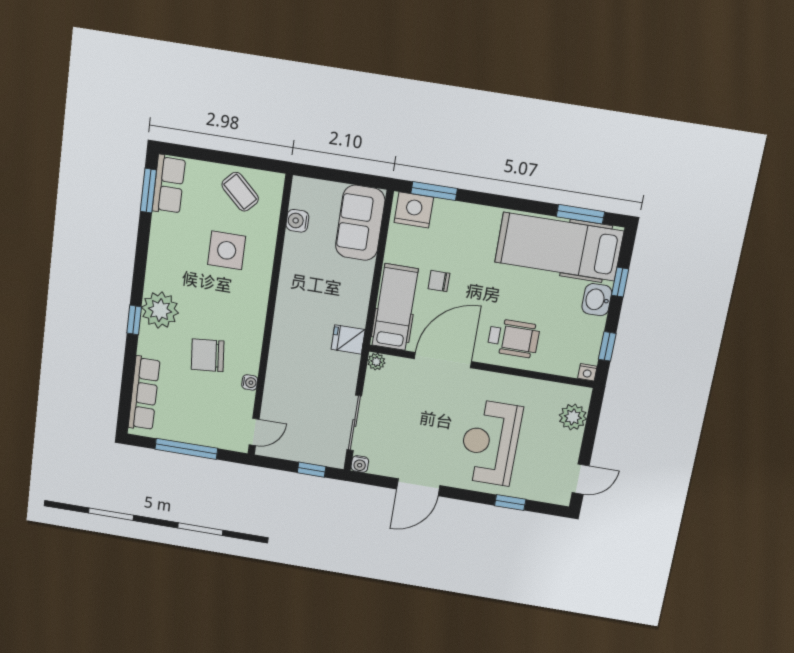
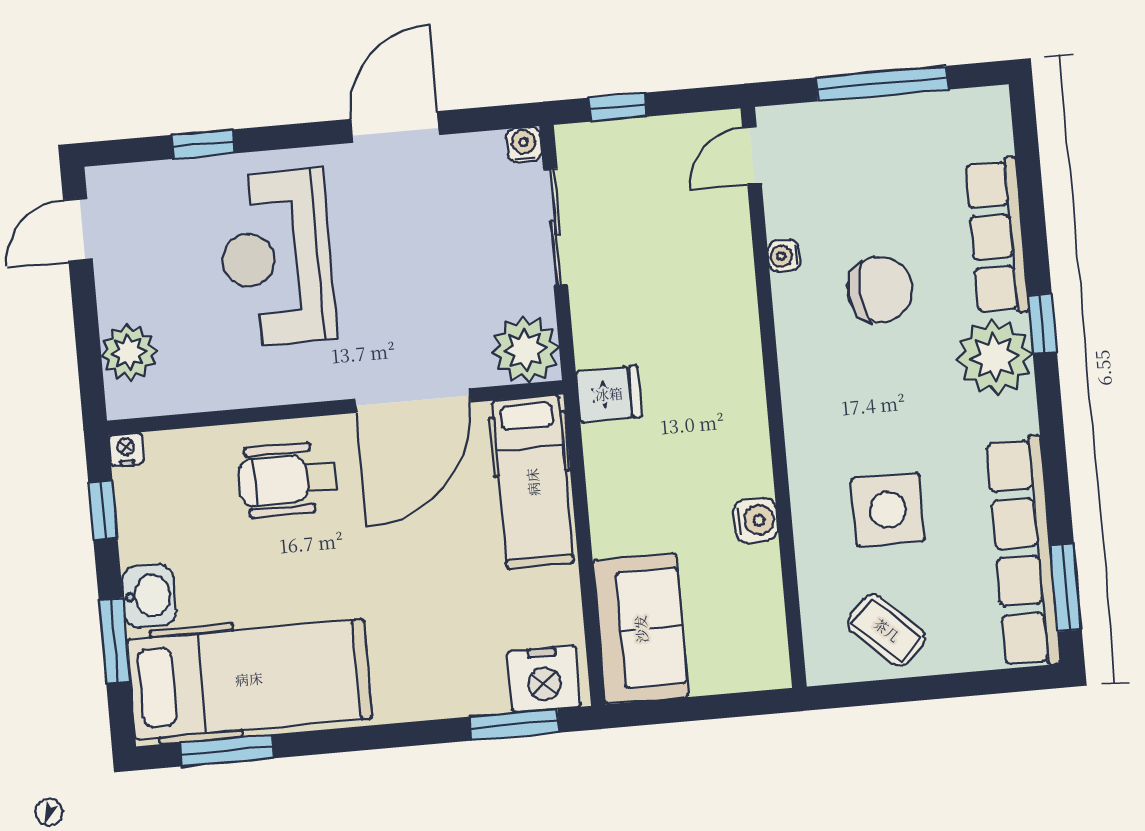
row of seats: (169, 185) -> (1023, 552), width x2.02
water cooler: (297, 221) -> (756, 520), moved
chair: (439, 281) -> (461, 555), removed
window: (620, 282) -> (115, 641), width x1.50
plant: (376, 362) -> (526, 350), width x1.87, depth x1.87
row of seats: (144, 393) -> (997, 236), moved
reception desk: (490, 443) -> (277, 258), turned 180

